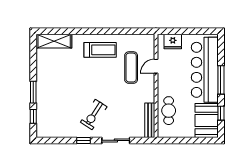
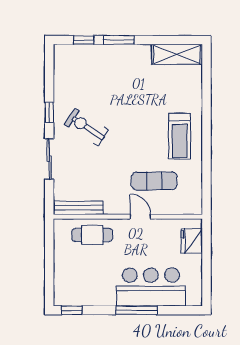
shelving: (54, 41) -> (177, 54), moved, turned 90
door: (156, 66) -> (140, 217), moved
bar counter: (205, 70) -> (151, 287), width x0.73
window: (221, 113) -> (72, 310), moved
booth: (207, 120) -> (78, 290), removed

